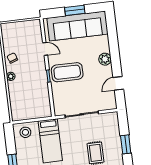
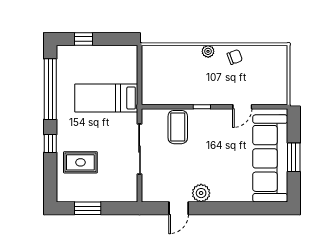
plant: (105, 59) -> (201, 193), moved
coffee table: (67, 72) -> (178, 127), moved, width x0.73, depth x0.76
door: (118, 83) -> (179, 208), swing flipped
stool: (25, 132) -> (123, 63), removed

